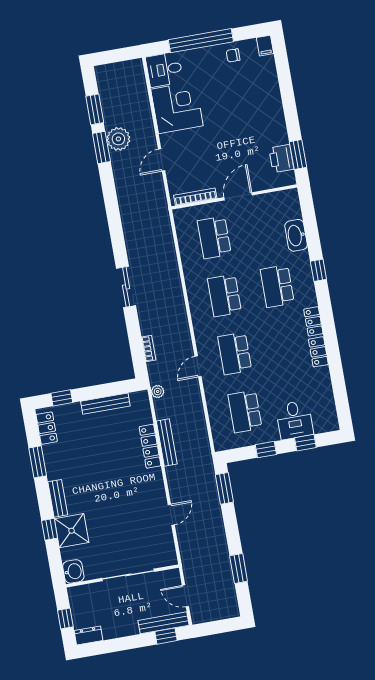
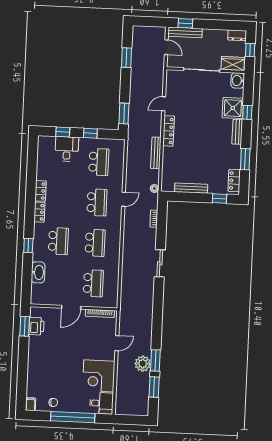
locker: (150, 446) -> (169, 131), moved
wardrobe: (86, 594) -> (233, 64), added

